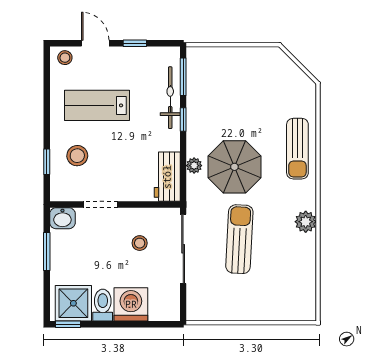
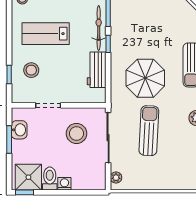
plant: (194, 166) -> (116, 178), moved
workbench: (167, 177) -> (97, 70), moved
washbasin: (62, 218) -> (19, 130), moved, turned -90
stool: (140, 243) -> (76, 133), width x1.89, depth x1.89
washing machine: (131, 304) -> (64, 184), width x0.53, depth x0.53

